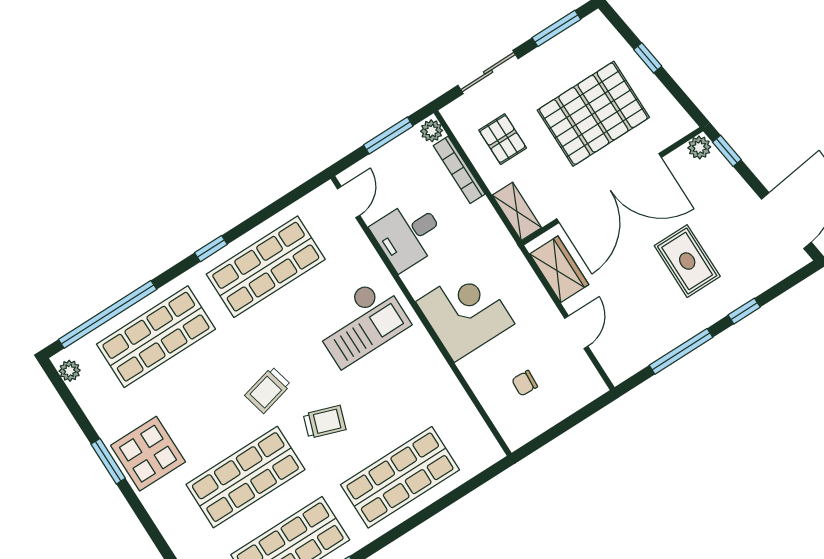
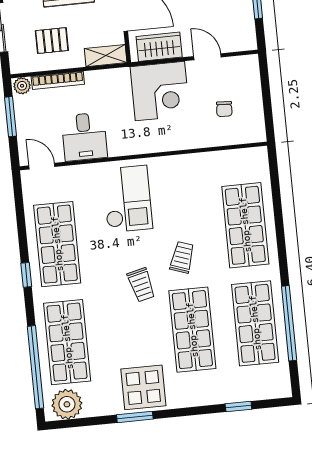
corner desk: (465, 313) -> (160, 91), moved, turned 180
plant: (70, 371) -> (67, 404), width x1.87, depth x1.87

